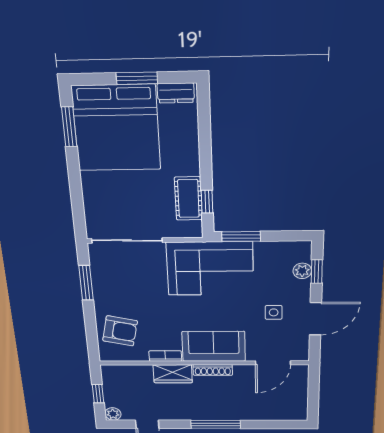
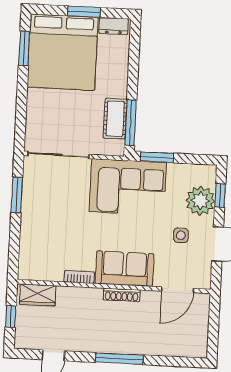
window: (207, 202) -> (131, 123), width x2.17
plant: (302, 271) -> (200, 201), width x1.87, depth x1.87
armchair: (120, 331) -> (41, 247), removed
wardrobe: (173, 374) -> (38, 295), moved
plant: (113, 414) -> (22, 341), removed

